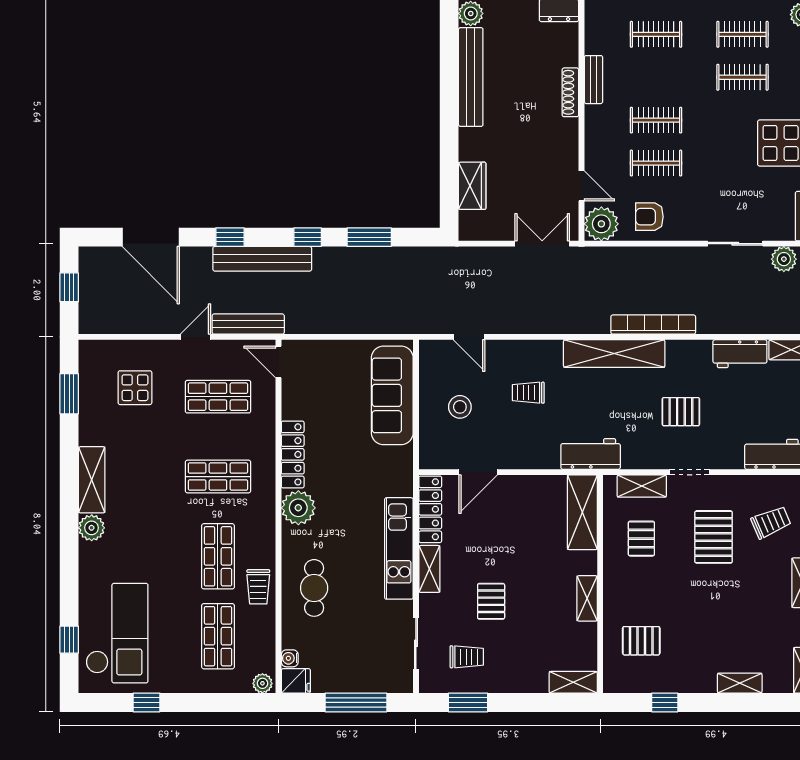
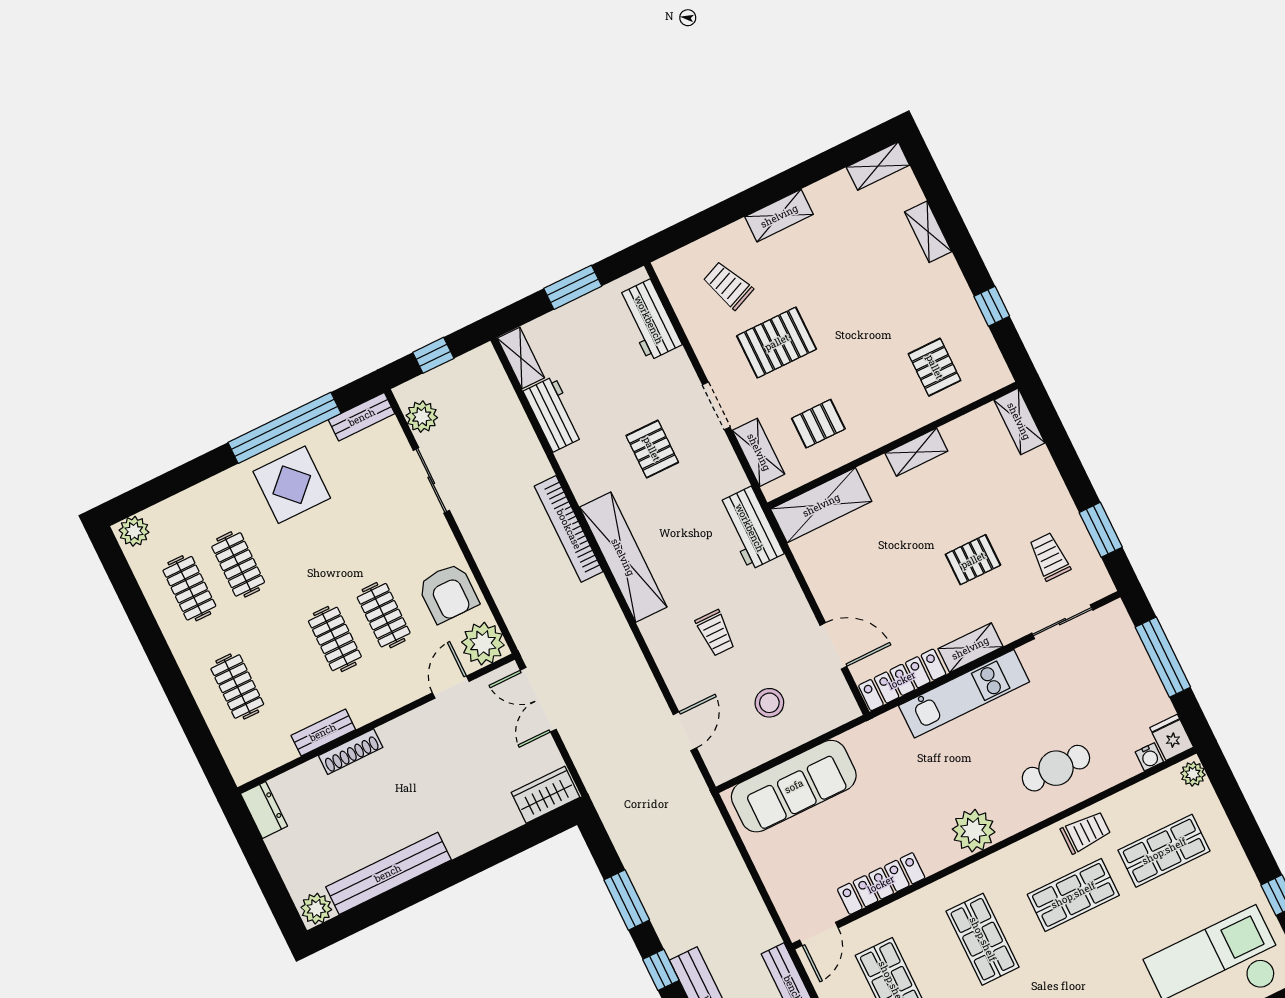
wardrobe: (472, 186) -> (546, 795), moved
armchair: (649, 217) -> (448, 593), width x1.38, depth x1.38
locker: (293, 454) -> (881, 884), moved

